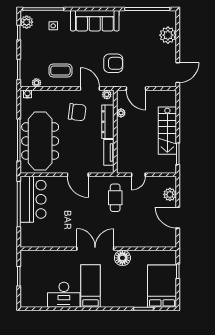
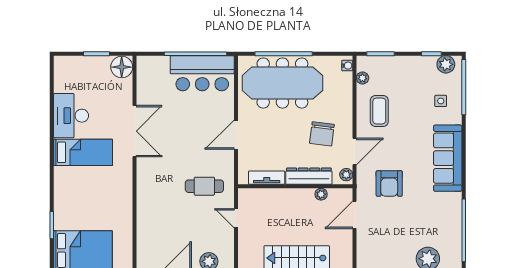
double door: (95, 249) -> (134, 131), moved
floor lamp: (122, 258) -> (122, 67), moved

